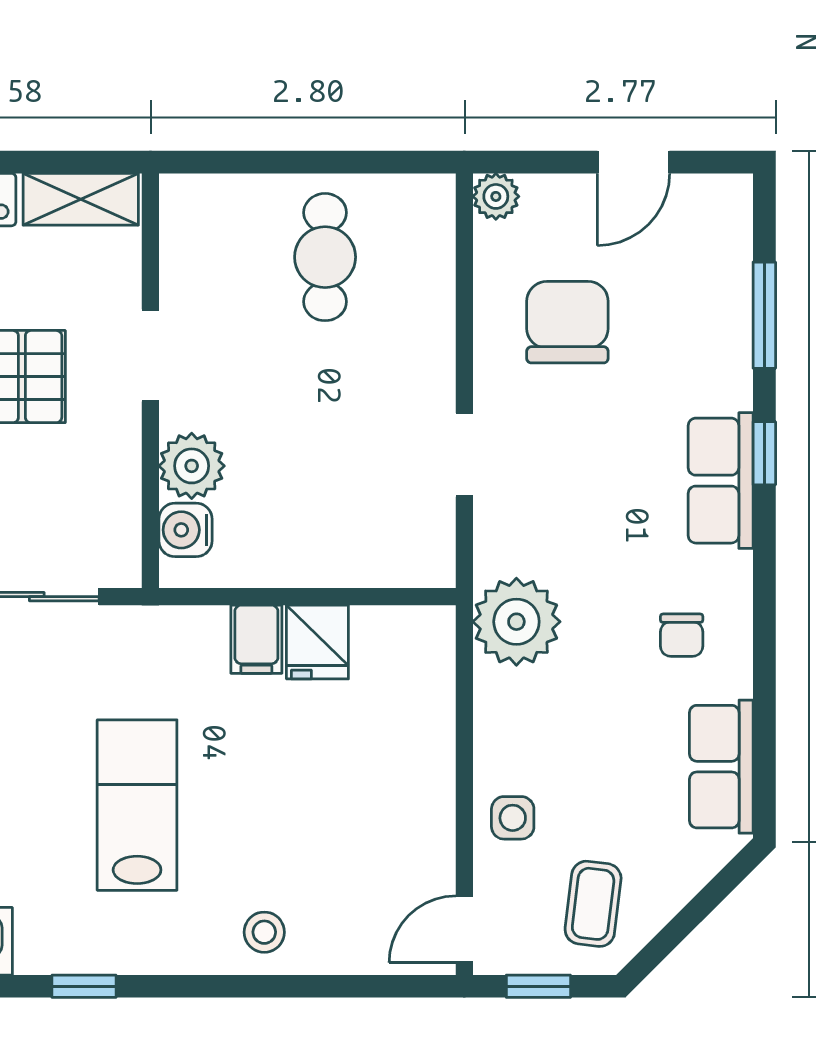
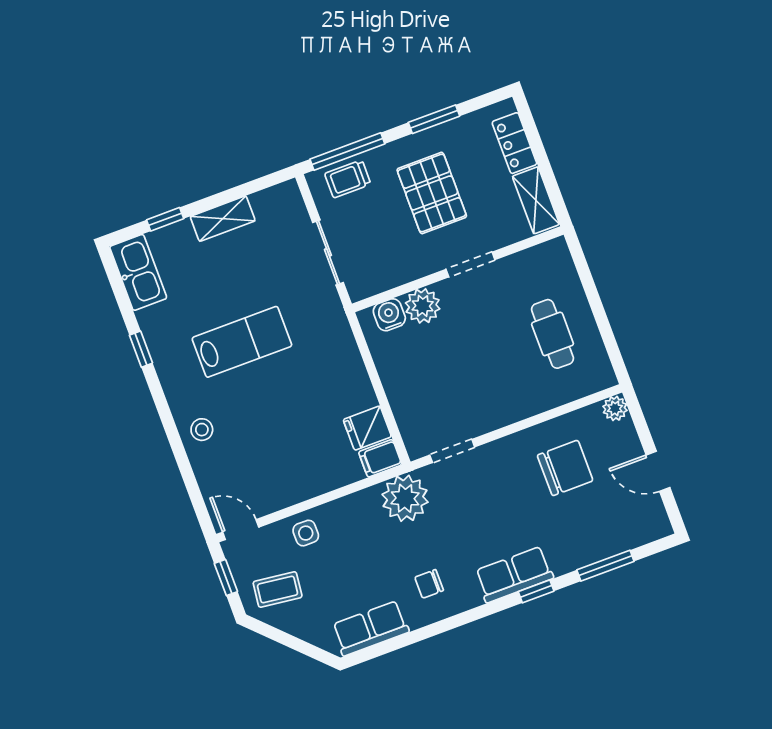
cafe table: (325, 257) -> (553, 334), turned 90
doorway: (464, 455) -> (452, 451), moved
filing cabinet: (256, 639) -> (380, 458), moved
fridge: (317, 642) -> (367, 428), moved

